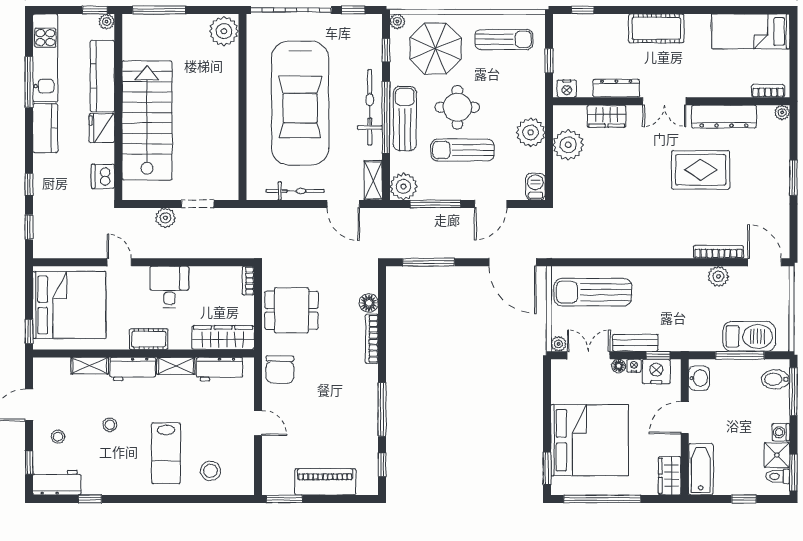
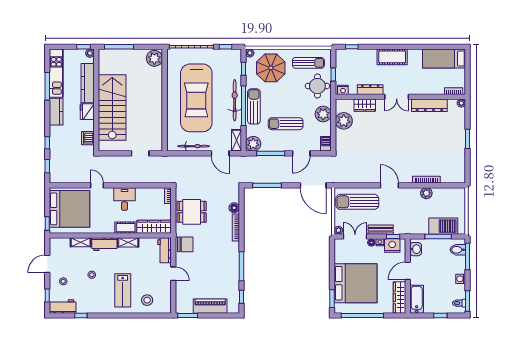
round table: (457, 107) -> (317, 86), moved
rug: (701, 170) -> (417, 135), removed
plant: (165, 218) -> (122, 161), removed
door: (765, 262) -> (389, 185), moved
cot: (149, 339) -> (126, 228), moved
workbench: (220, 369) -> (164, 250), moved, turned 90
chair: (280, 370) -> (185, 244), turned -90
shower: (777, 455) -> (459, 291), removed
wardrobe: (670, 476) -> (400, 297), width x1.50

